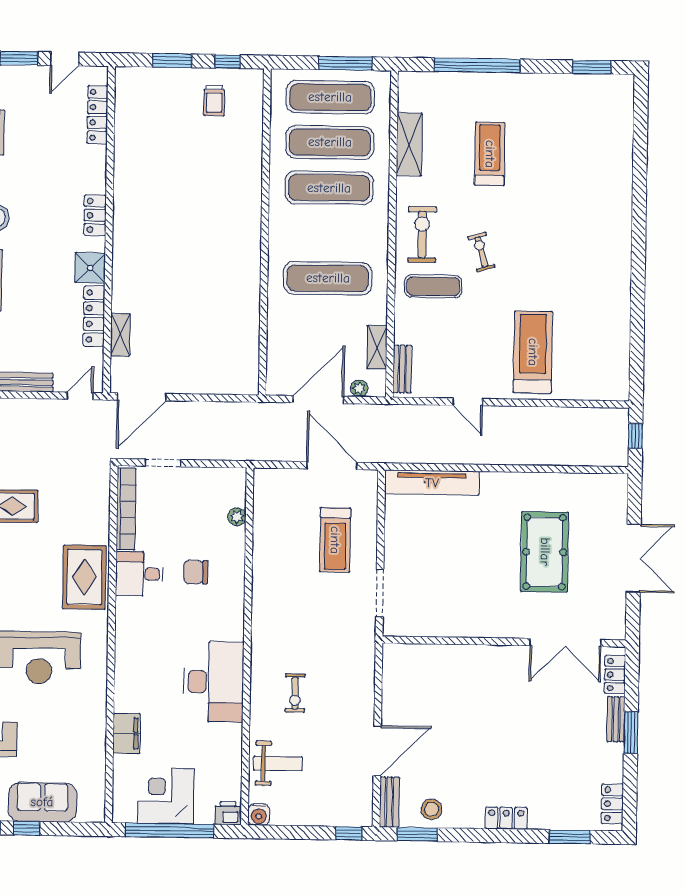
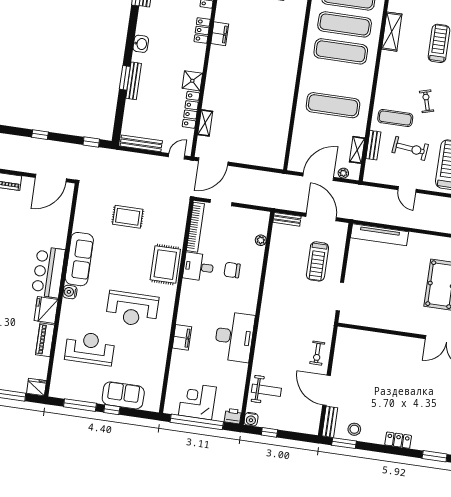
filing cabinet: (125, 184) -> (220, 34), added
locker: (95, 215) -> (202, 30), moved
exercise bike: (422, 235) -> (410, 148), moved, turned 96
bench: (402, 369) -> (373, 145), moved
bench: (276, 477) -> (287, 219), added
exercise bike: (295, 693) -> (317, 353), moved
filing cabinet: (127, 733) -> (182, 337), moved
door: (377, 751) -> (326, 390), swing flipped
window: (349, 833) -> (269, 432), moved

